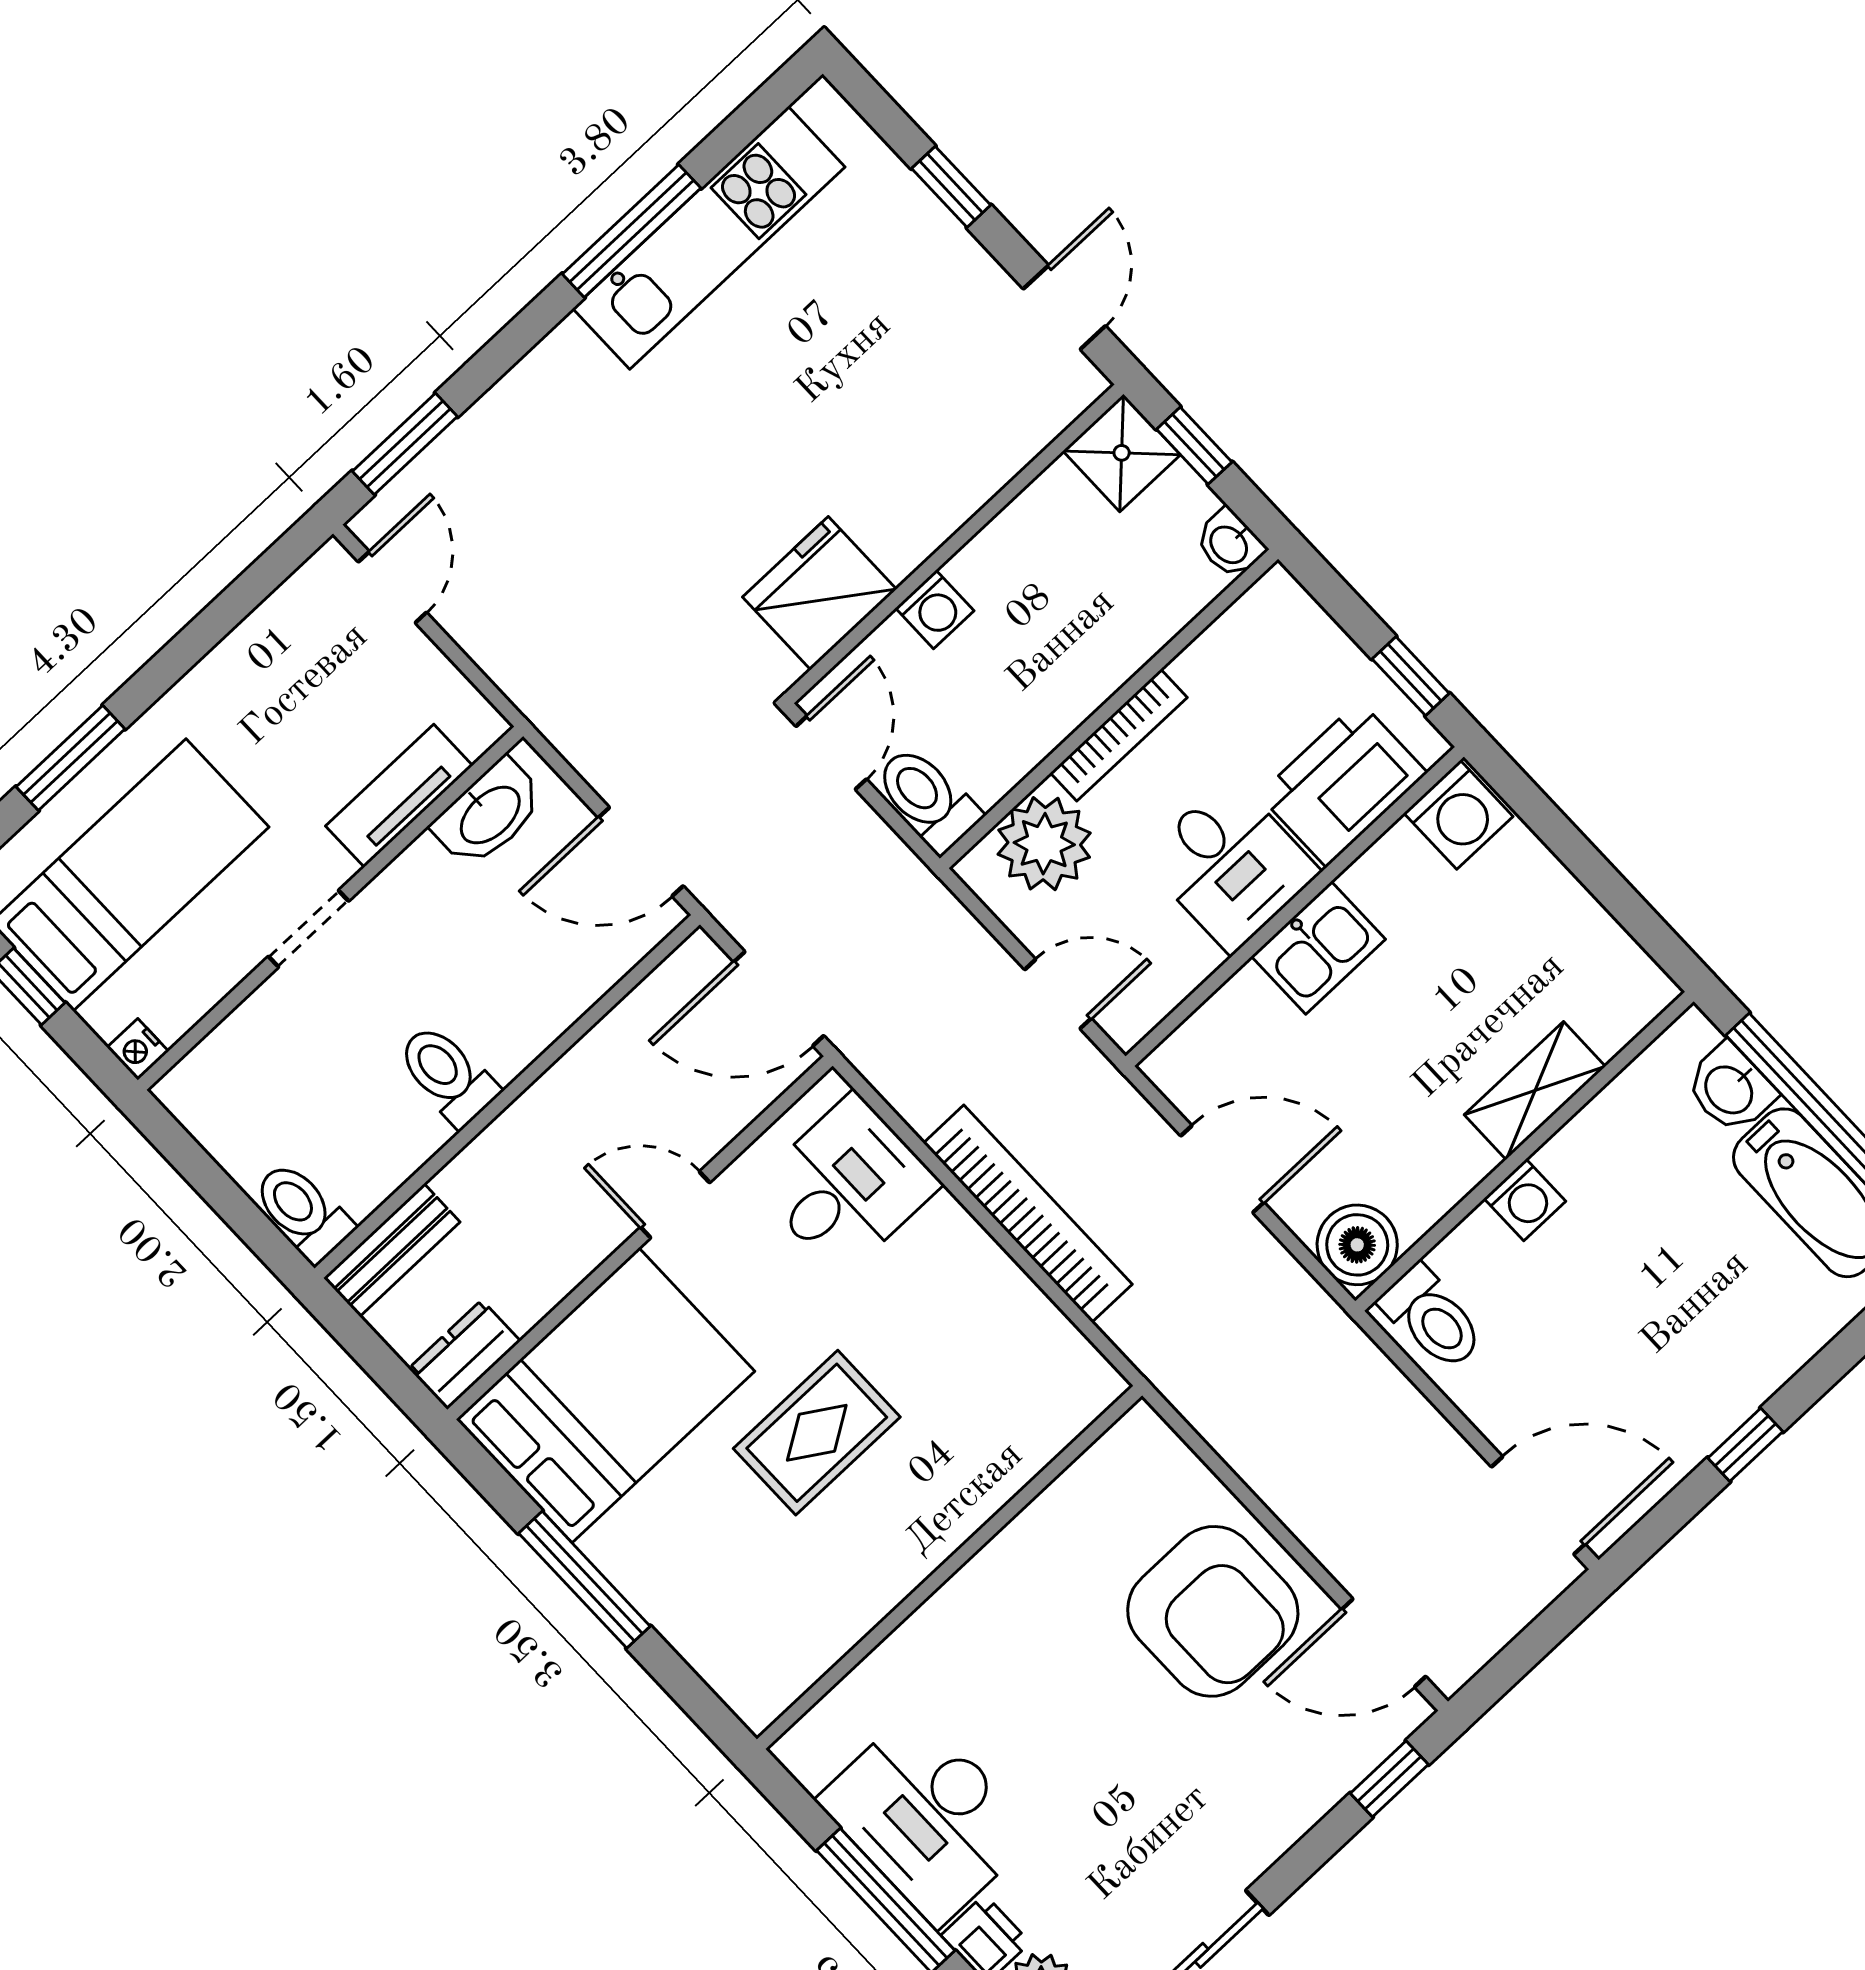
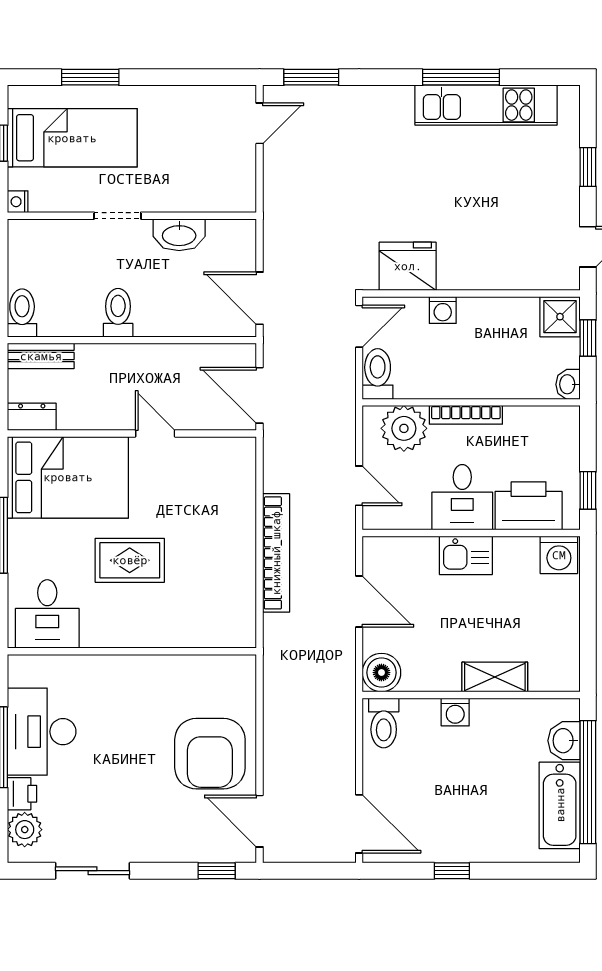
tv unit: (399, 796) -> (193, 199), removed
washbasin: (489, 814) -> (179, 235), moved
desk: (847, 1185) -> (47, 614), moved, turned 90

